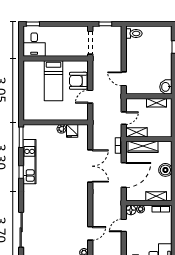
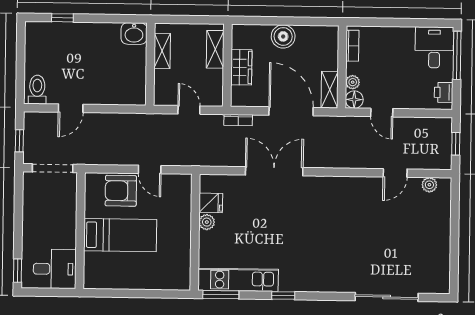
door: (124, 79) -> (71, 108), moved
armchair: (78, 81) -> (121, 191), turned 90
shelving: (136, 132) -> (215, 49), moved
wardrobe: (143, 147) -> (241, 67), width x0.67
kitchen unit: (30, 162) -> (238, 280), moved
shelving: (156, 196) -> (330, 90), moved
door: (90, 233) -> (395, 173), swing flipped

